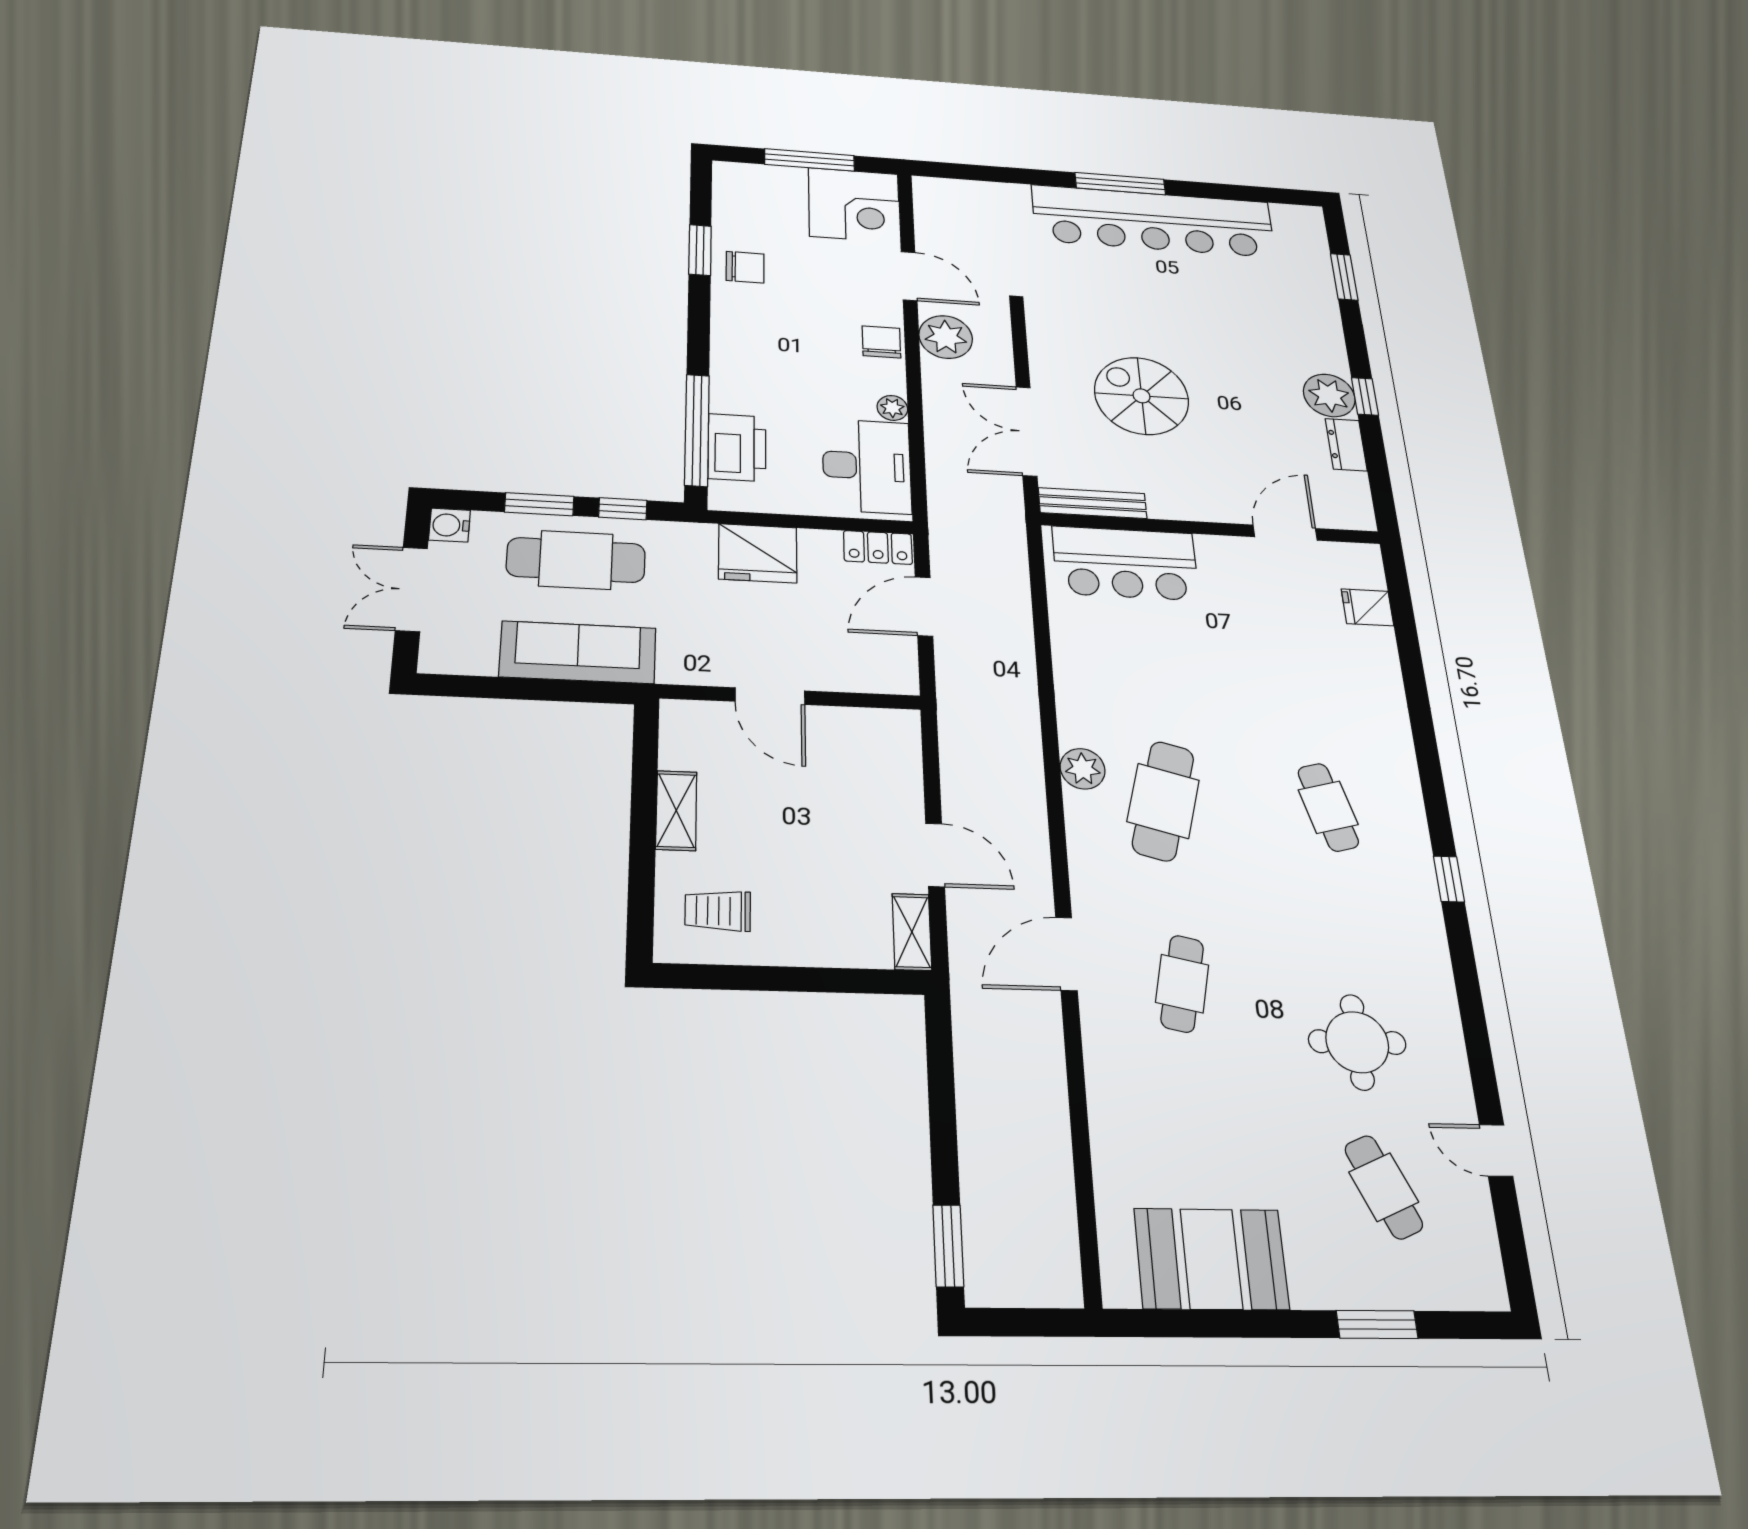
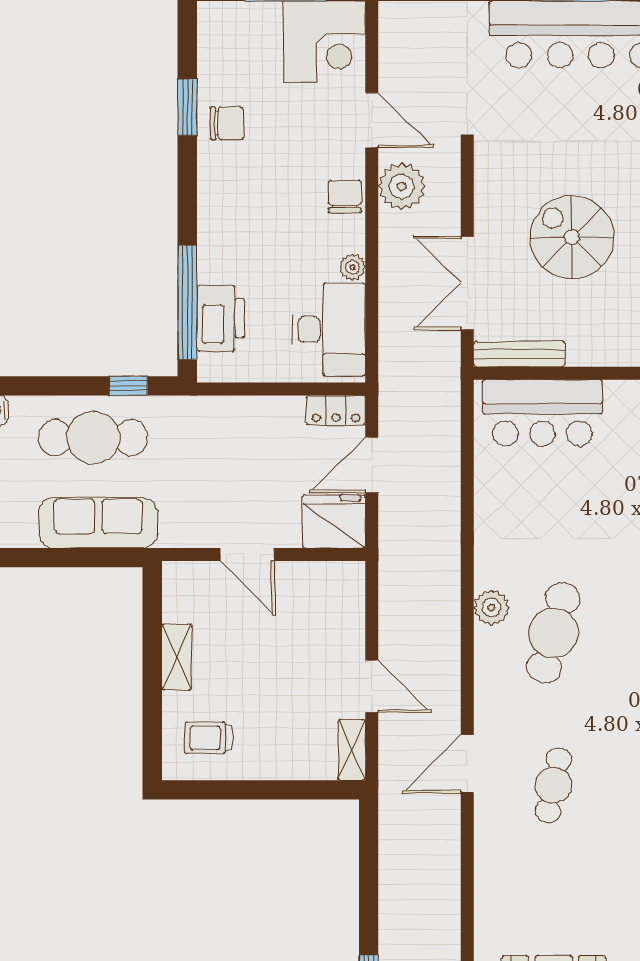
window: (539, 504) -> (62, 386), removed
fridge: (758, 553) -> (334, 521), moved, turned 180

